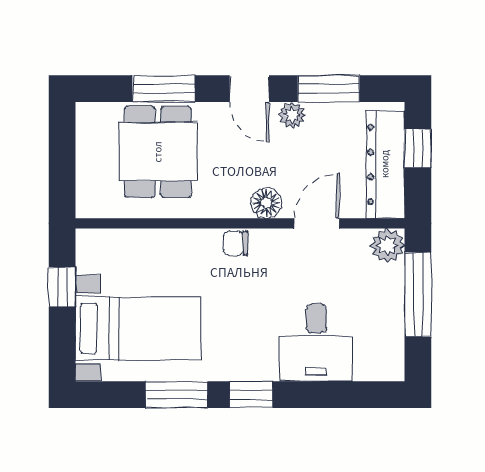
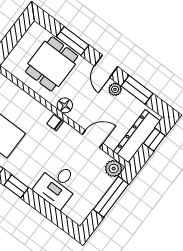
floor lamp: (266, 203) -> (65, 105), moved

